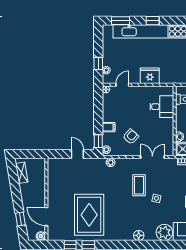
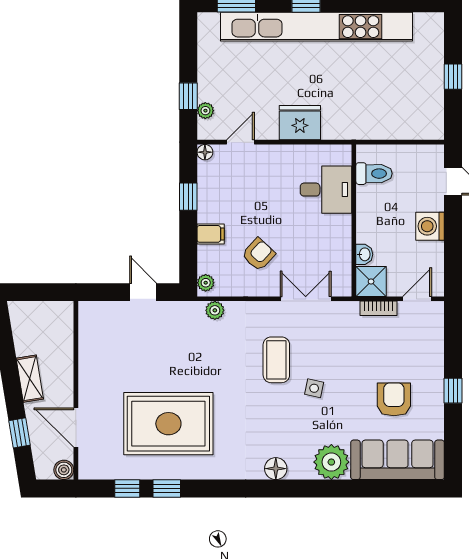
window: (98, 141) -> (188, 197), moved
shelving: (22, 173) -> (30, 379), moved
rug: (89, 215) -> (168, 424), turned 90

